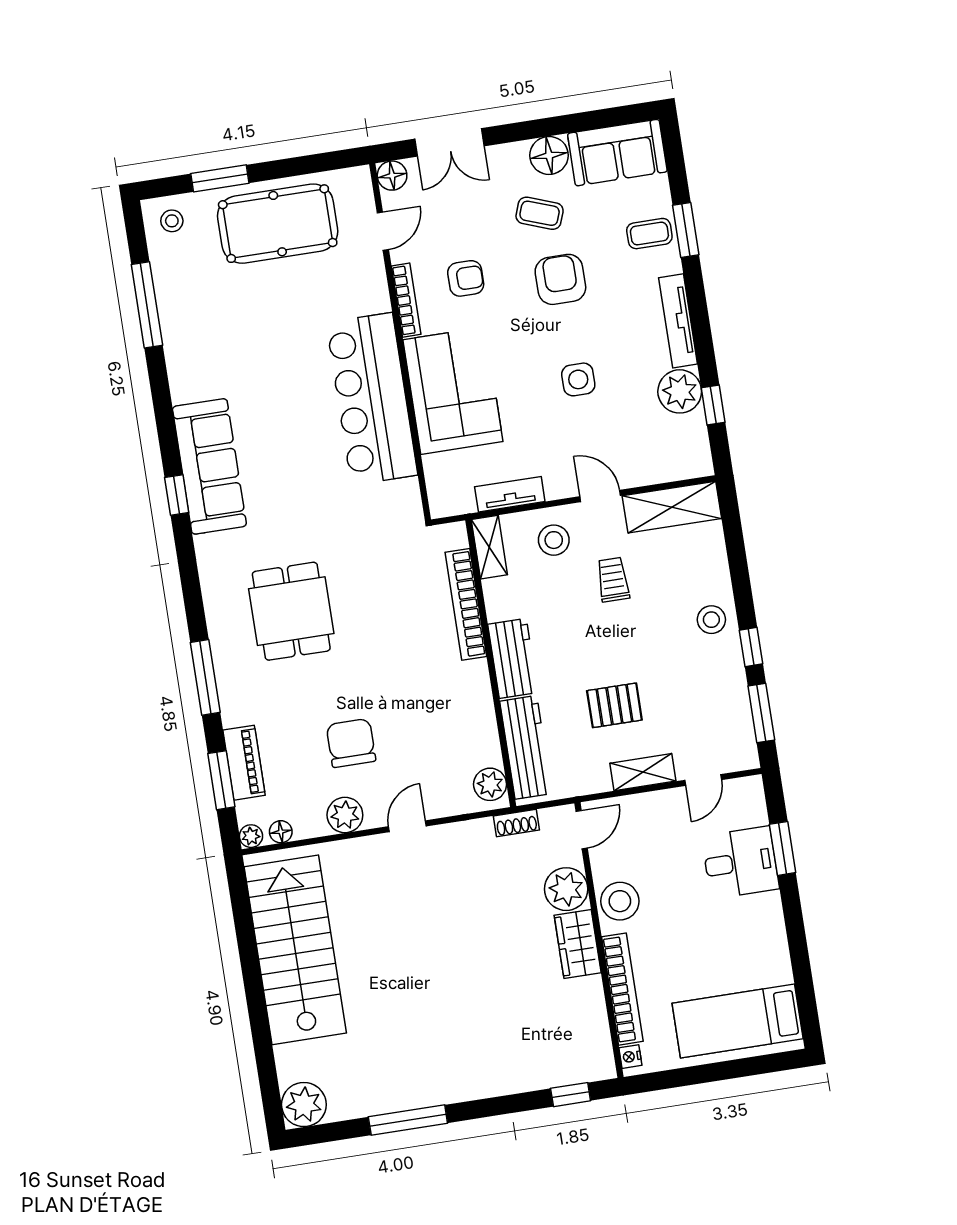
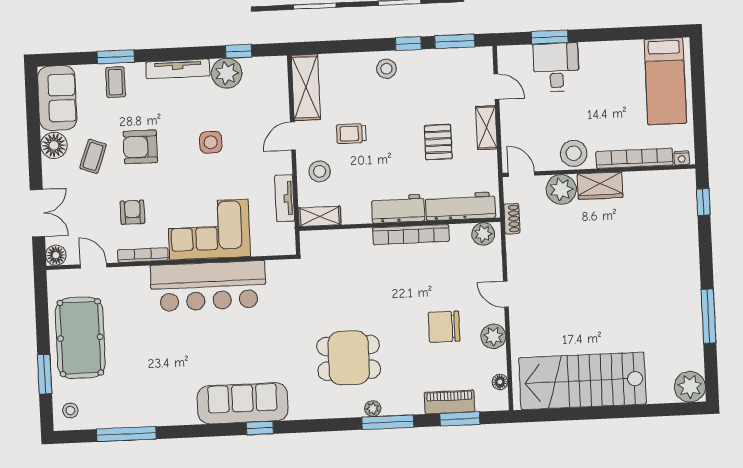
bookcase: (466, 604) -> (411, 235), moved
plant: (251, 836) -> (373, 409), moved

